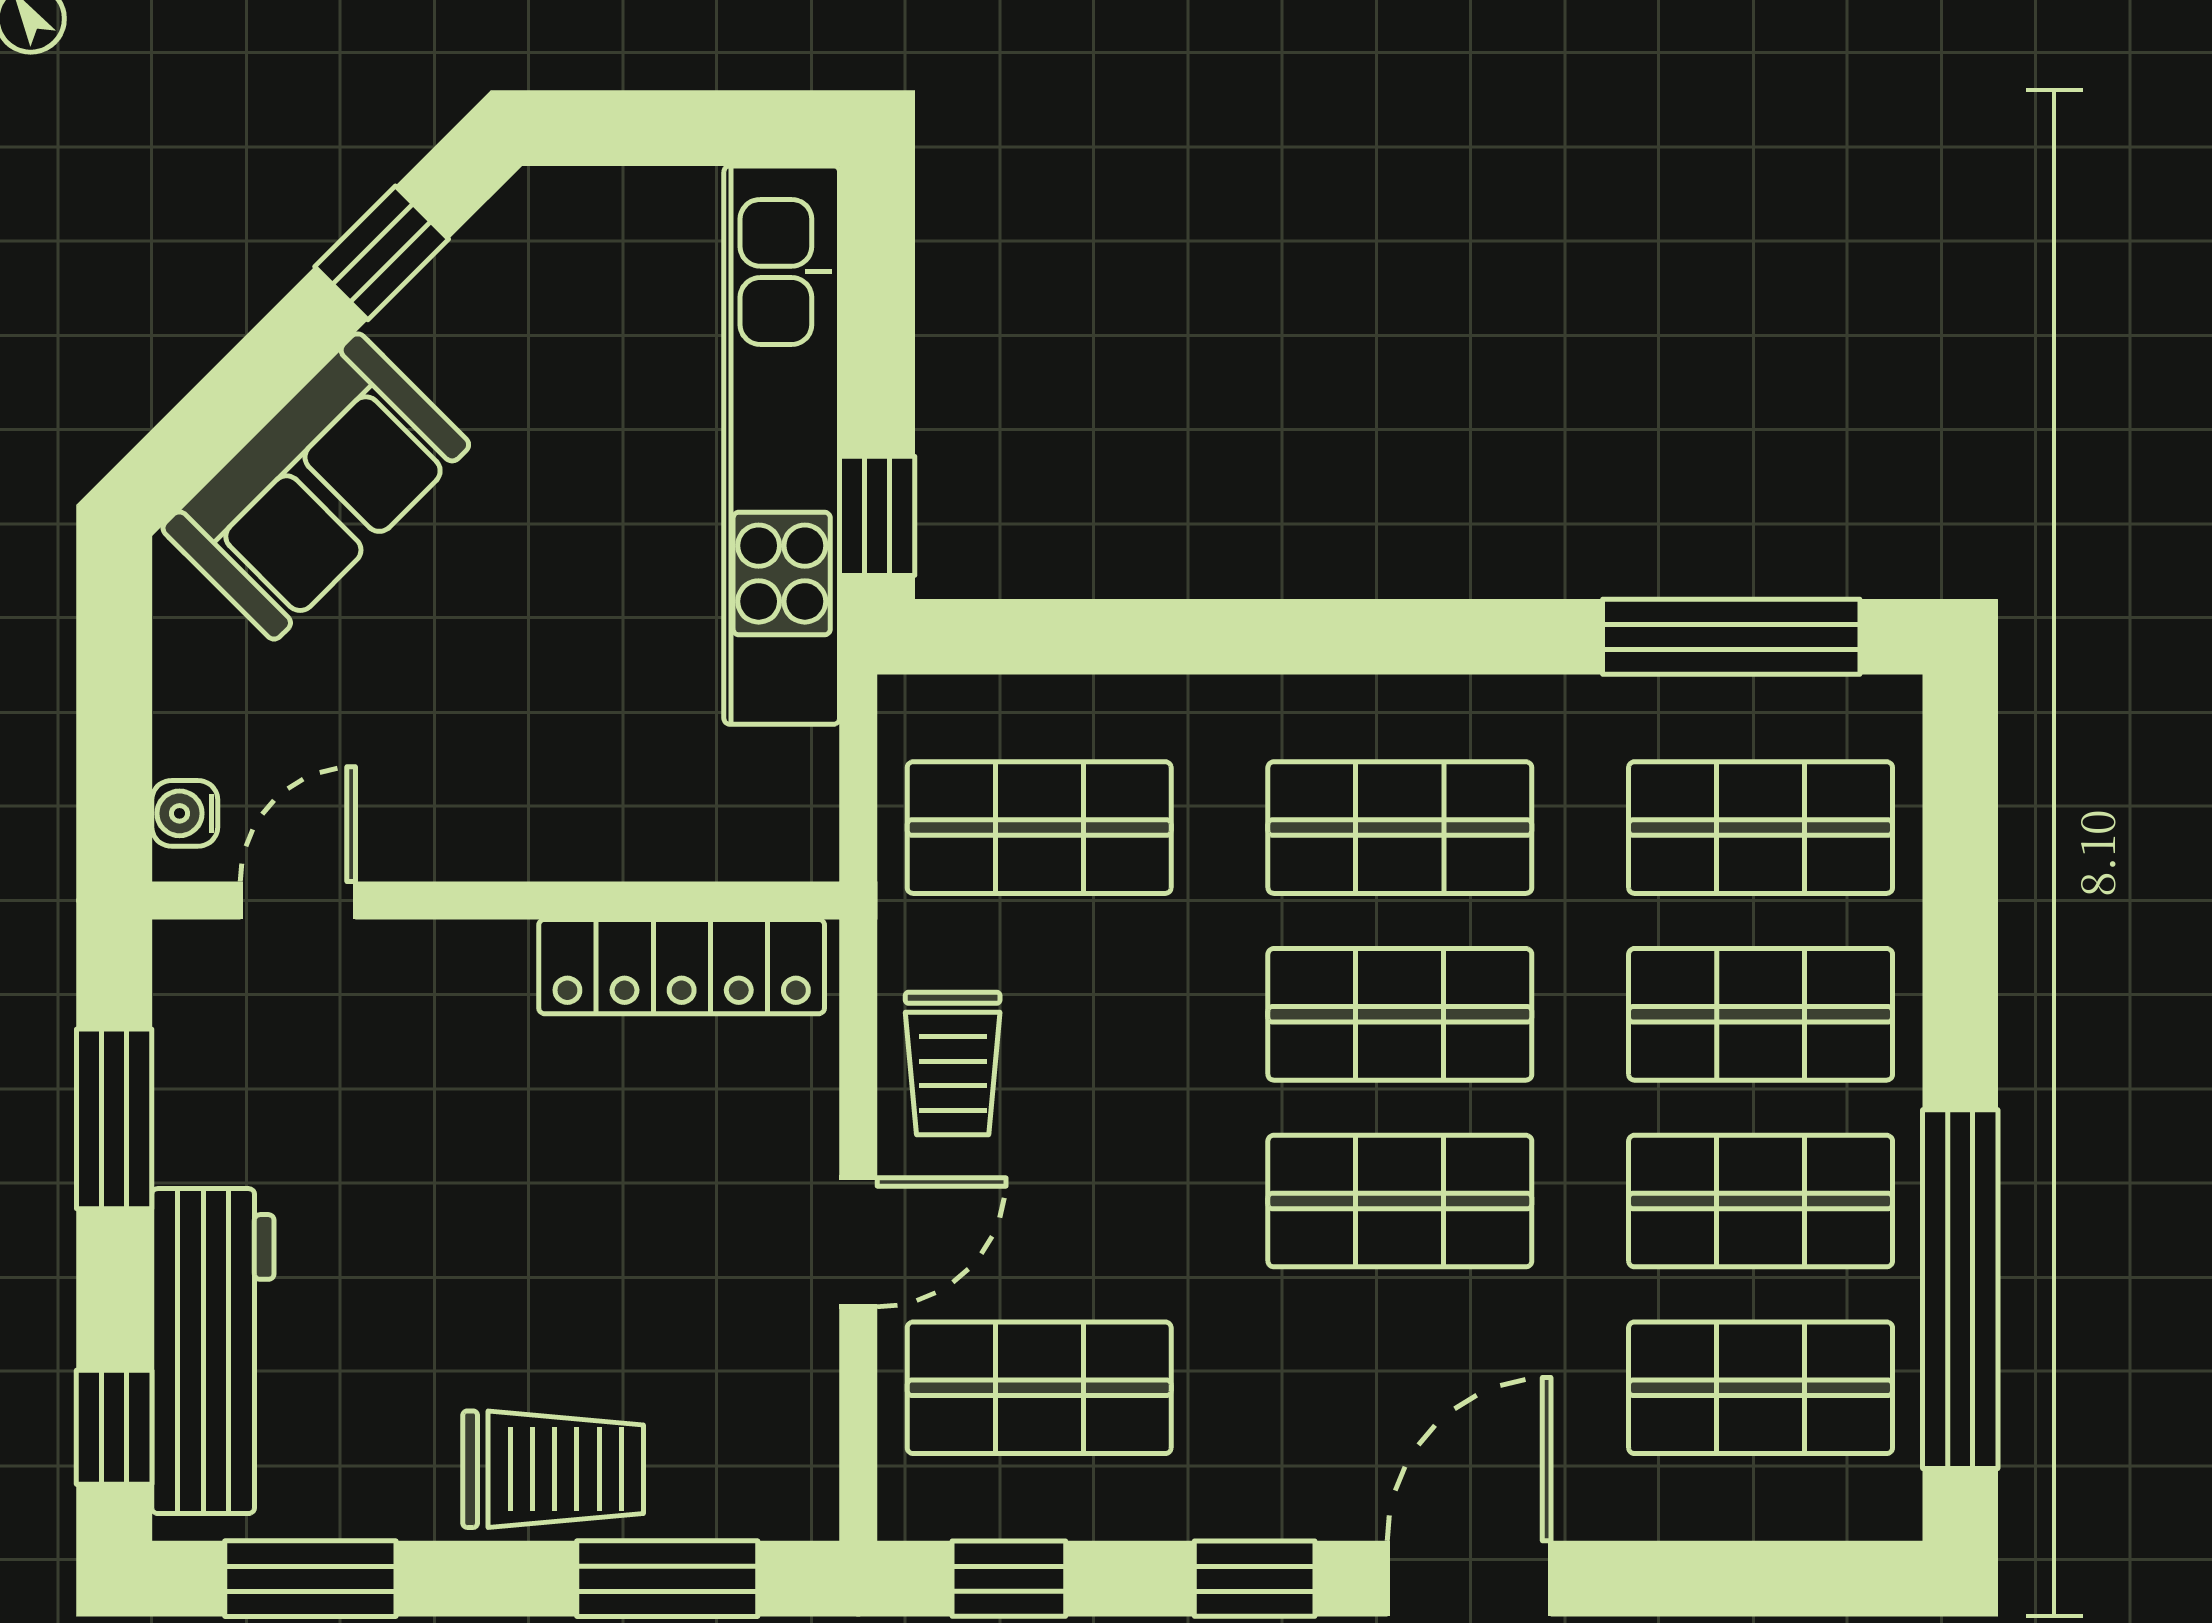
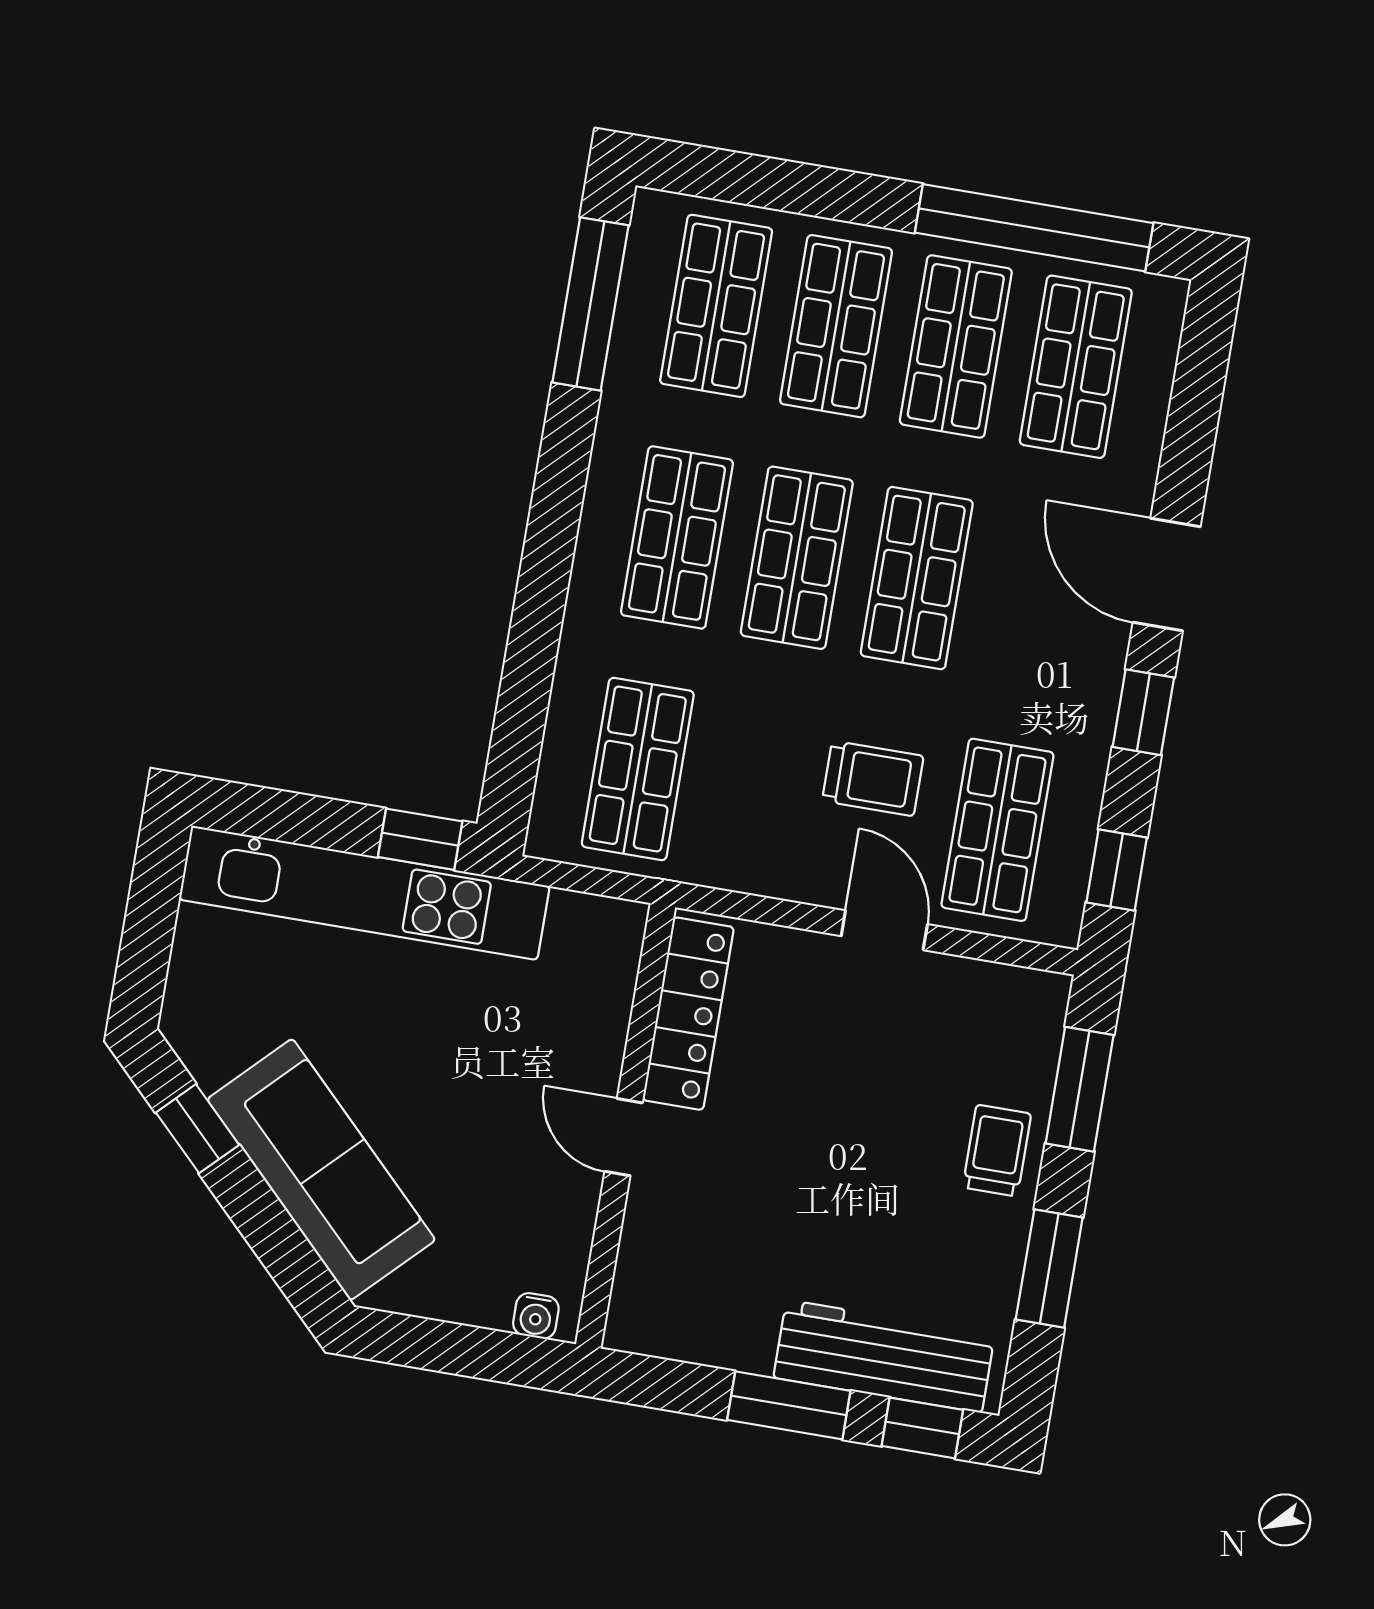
sofa: (316, 486) -> (321, 1170), width x1.36
door: (298, 900) -> (624, 1137), moved
trolley: (953, 1063) -> (873, 778), moved
window: (114, 1119) -> (789, 1405), moved
trolley: (553, 1469) -> (997, 1151), width x0.73, depth x0.72
window: (310, 1579) -> (1049, 1268), moved

